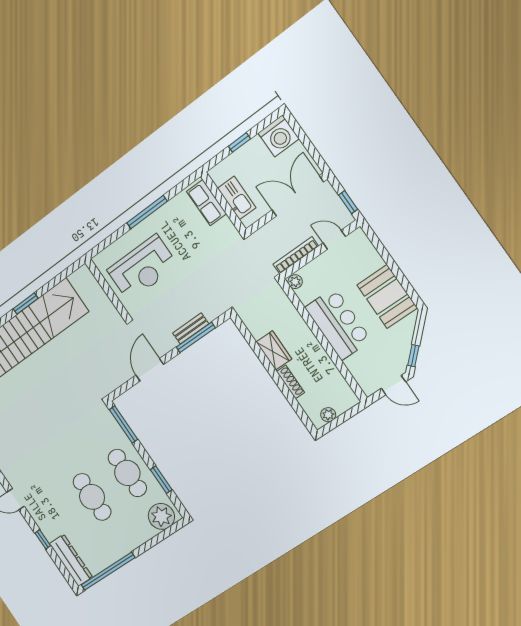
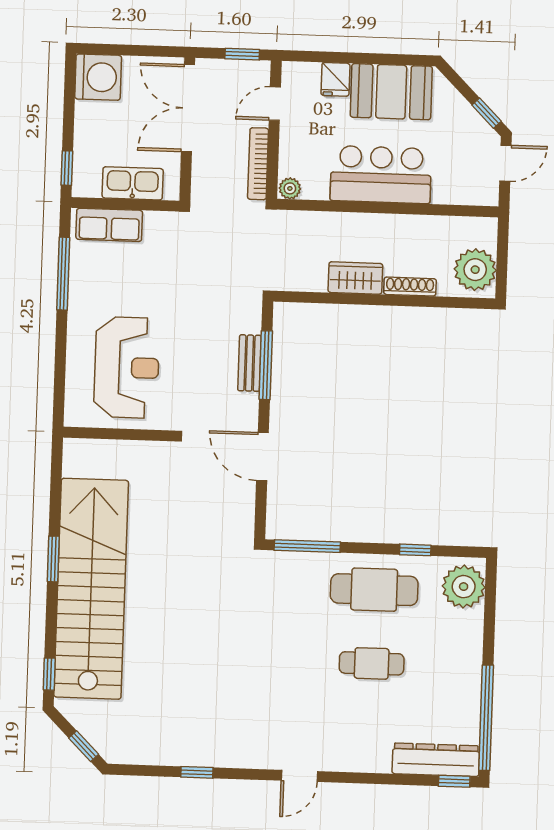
window: (239, 142) -> (67, 168), moved
window: (147, 212) -> (63, 274), moved
fridge: (372, 262) -> (335, 79), added
plant: (328, 415) -> (475, 270), width x1.88, depth x1.88
window: (161, 480) -> (415, 550), width x0.67
cafe table: (92, 497) -> (372, 663), width x0.73, depth x0.74
window: (43, 539) -> (454, 781), moved

